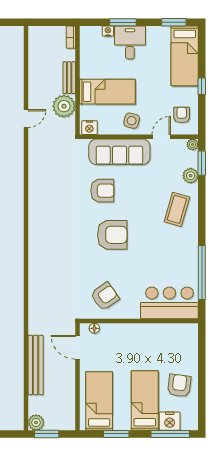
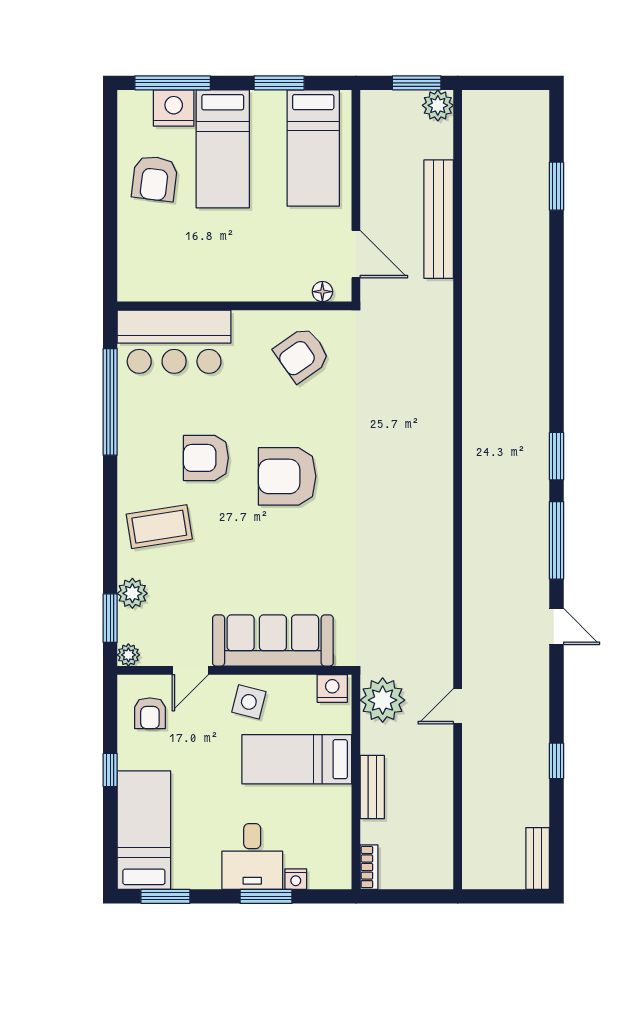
plant: (64, 106) -> (383, 700), moved
armchair: (102, 191) -> (206, 458), moved
coffee table: (177, 209) -> (159, 527), turned 65

